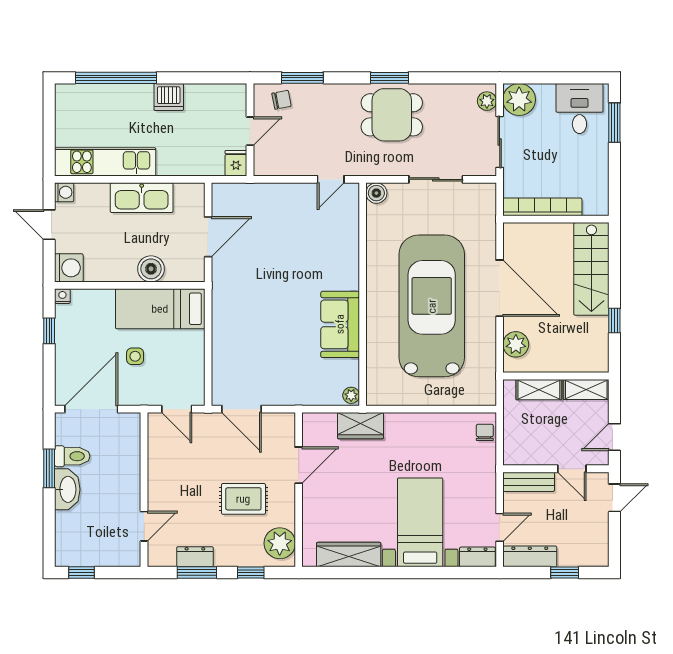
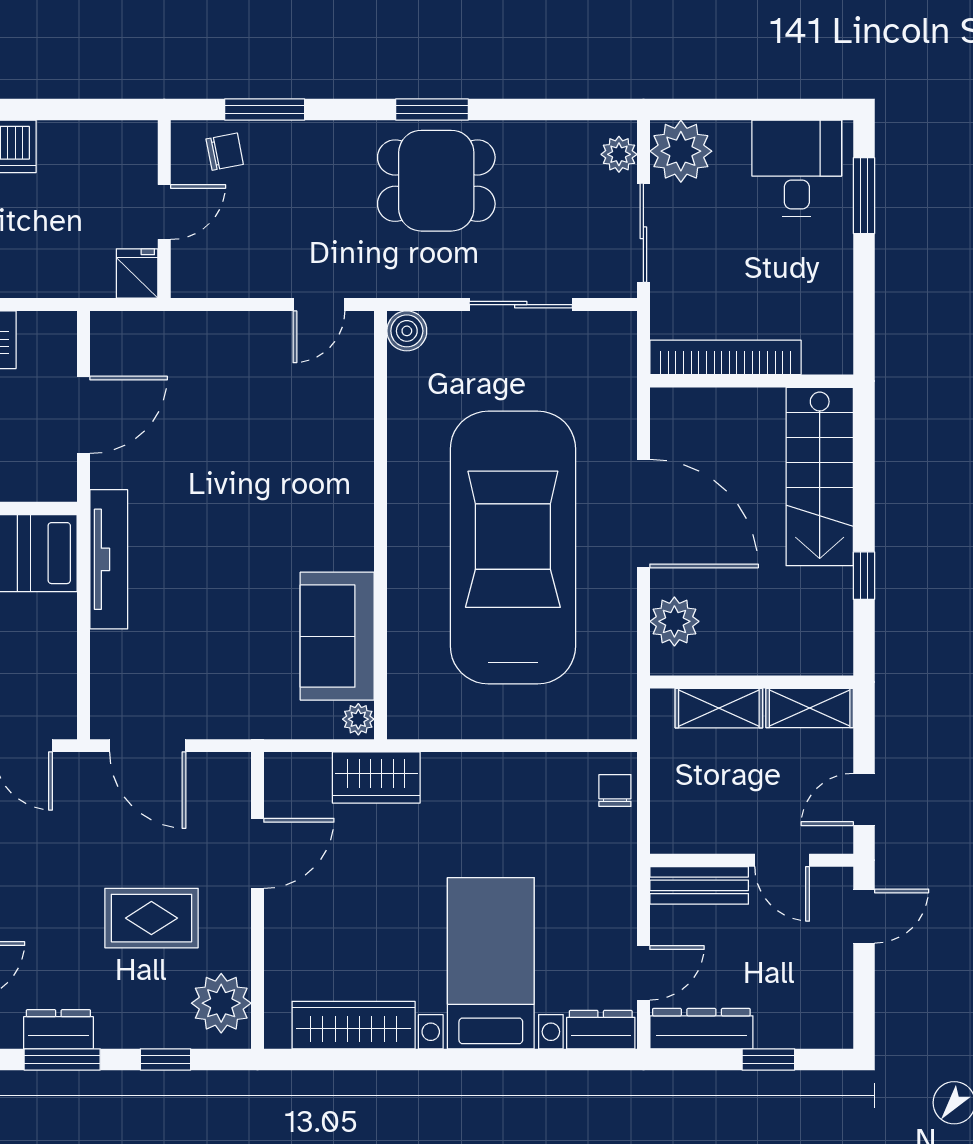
tv unit: (221, 312) -> (109, 559), added
sofa: (340, 324) -> (337, 636), moved

